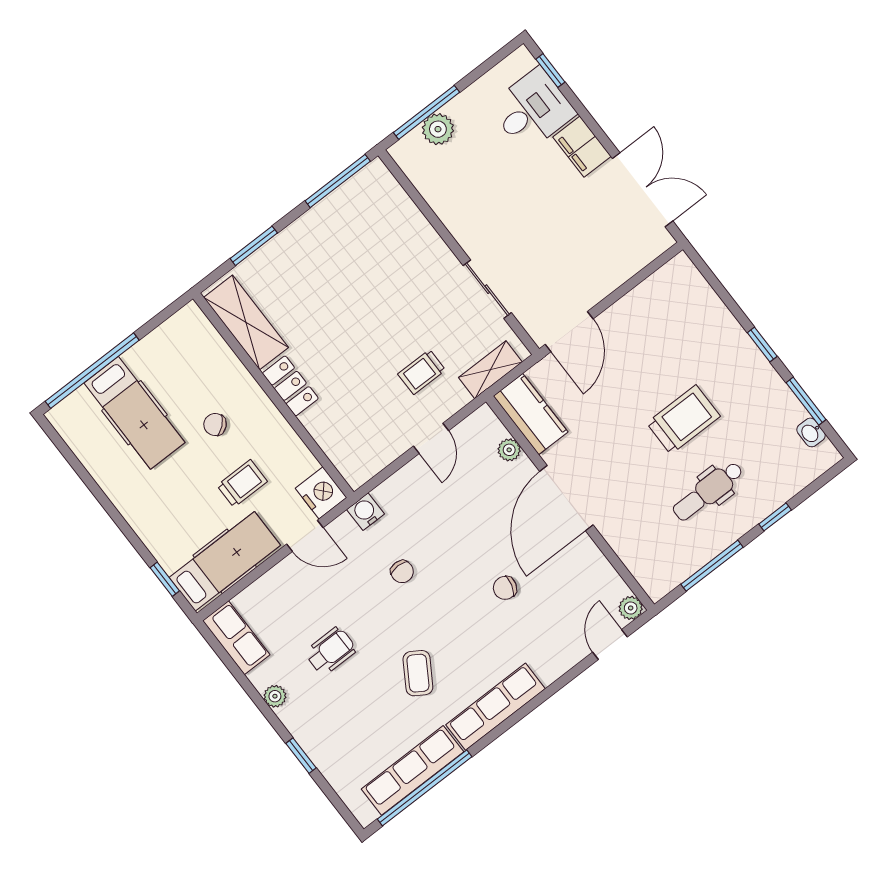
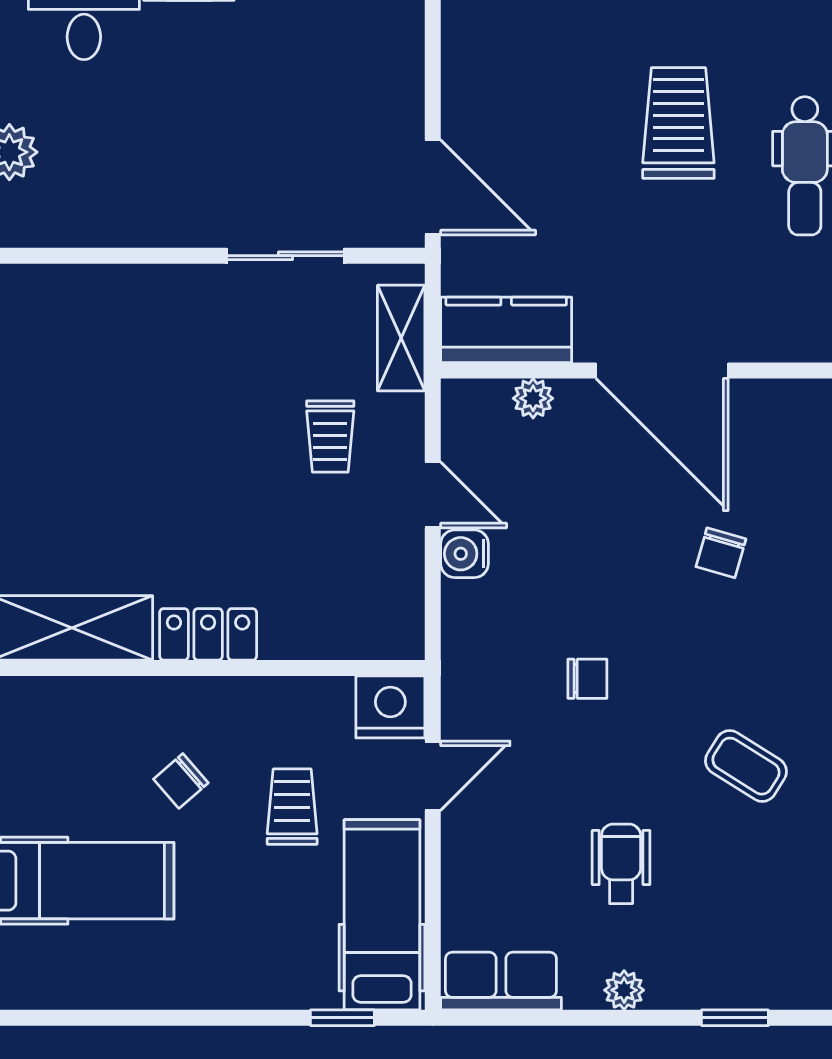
water cooler: (366, 512) -> (465, 554), moved

